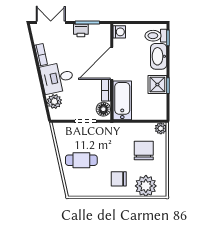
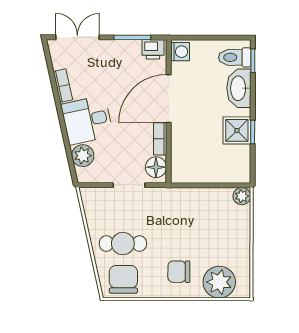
printer: (81, 30) -> (153, 49), moved
bathtub: (122, 100) -> (184, 154), removed
chair: (144, 151) -> (123, 279), moved

